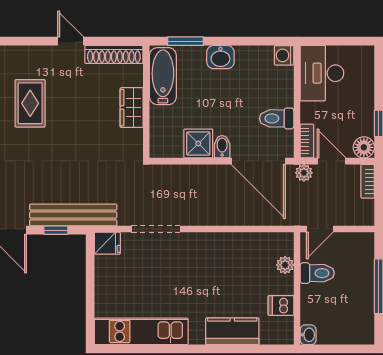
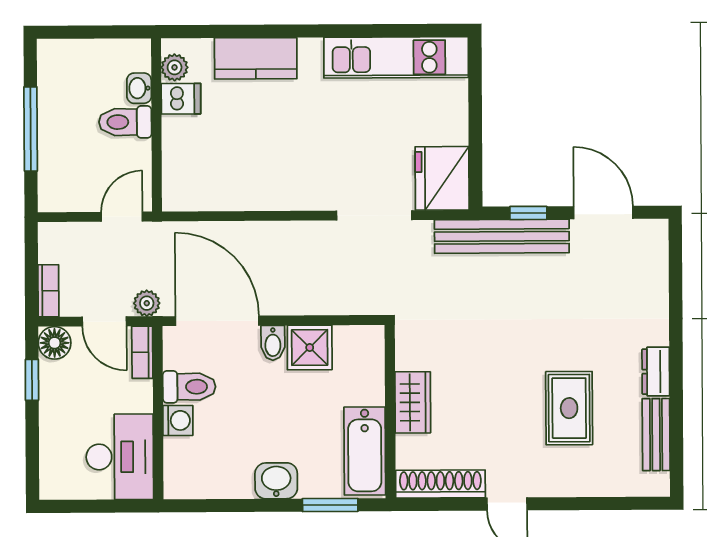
washing machine: (284, 55) -> (178, 420), moved
fridge: (107, 243) -> (442, 178), width x1.88, depth x1.34
plant: (285, 265) -> (175, 67), moved
toilet: (317, 273) -> (125, 122), moved
washbasin: (308, 335) -> (139, 88), moved

